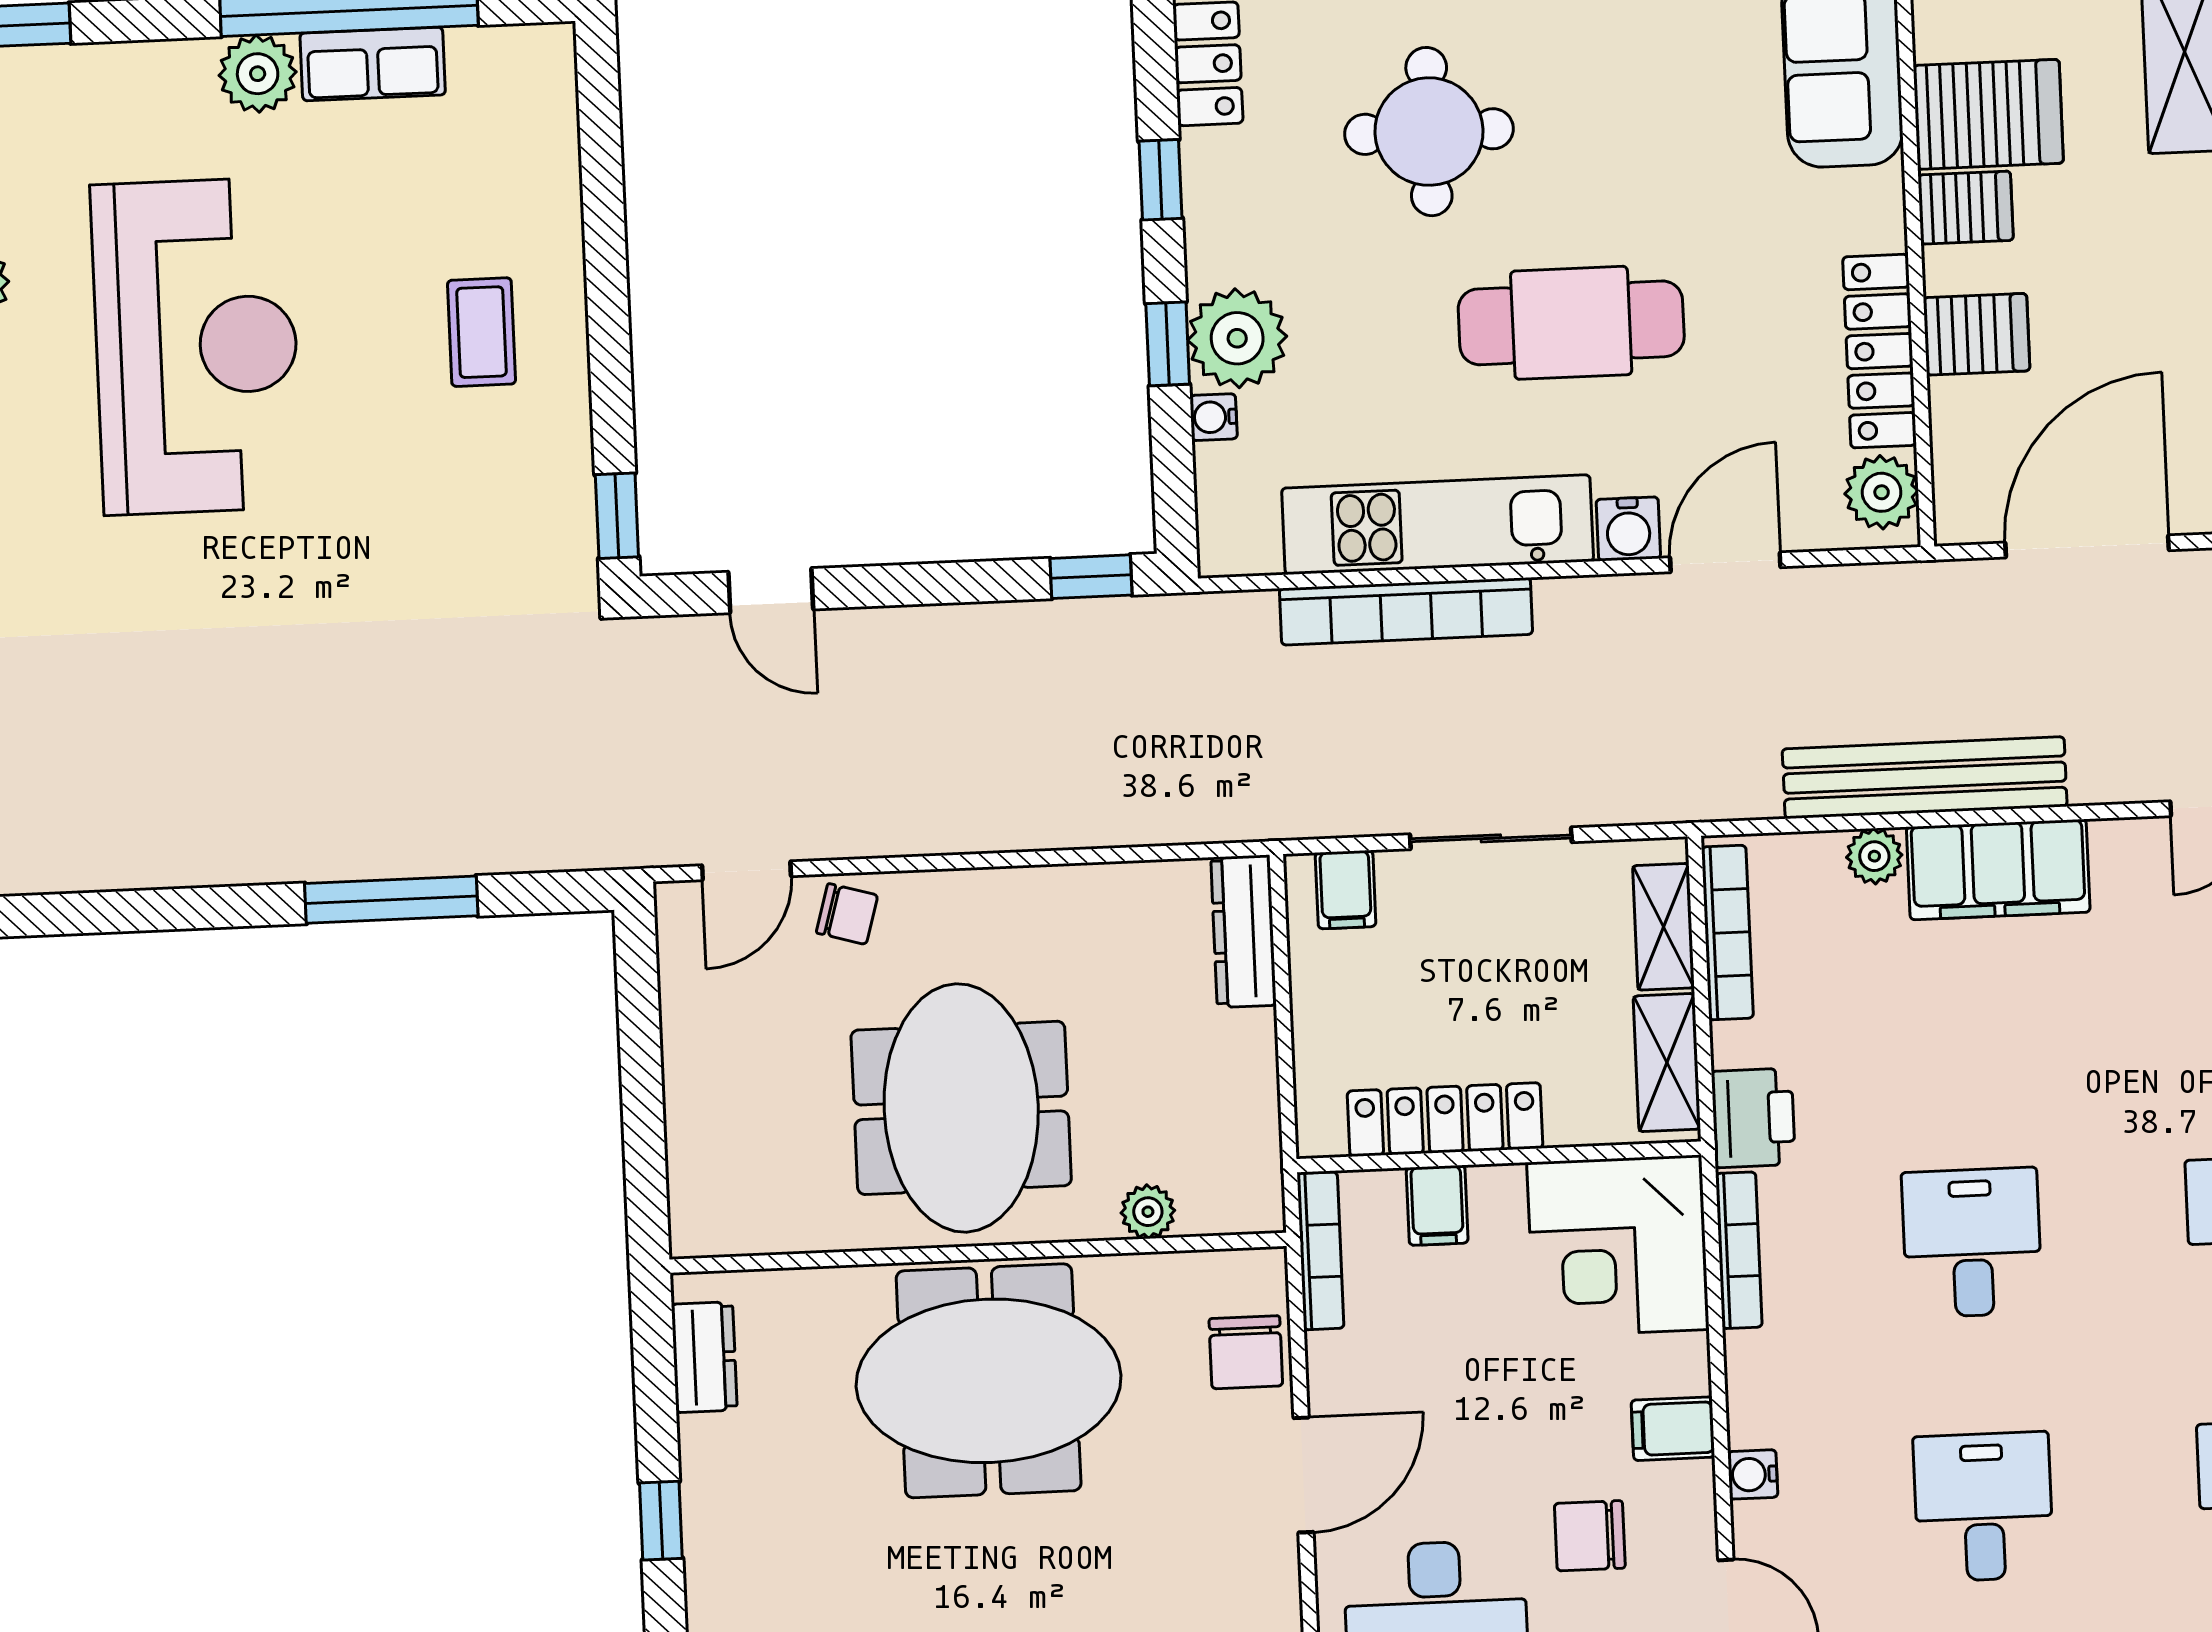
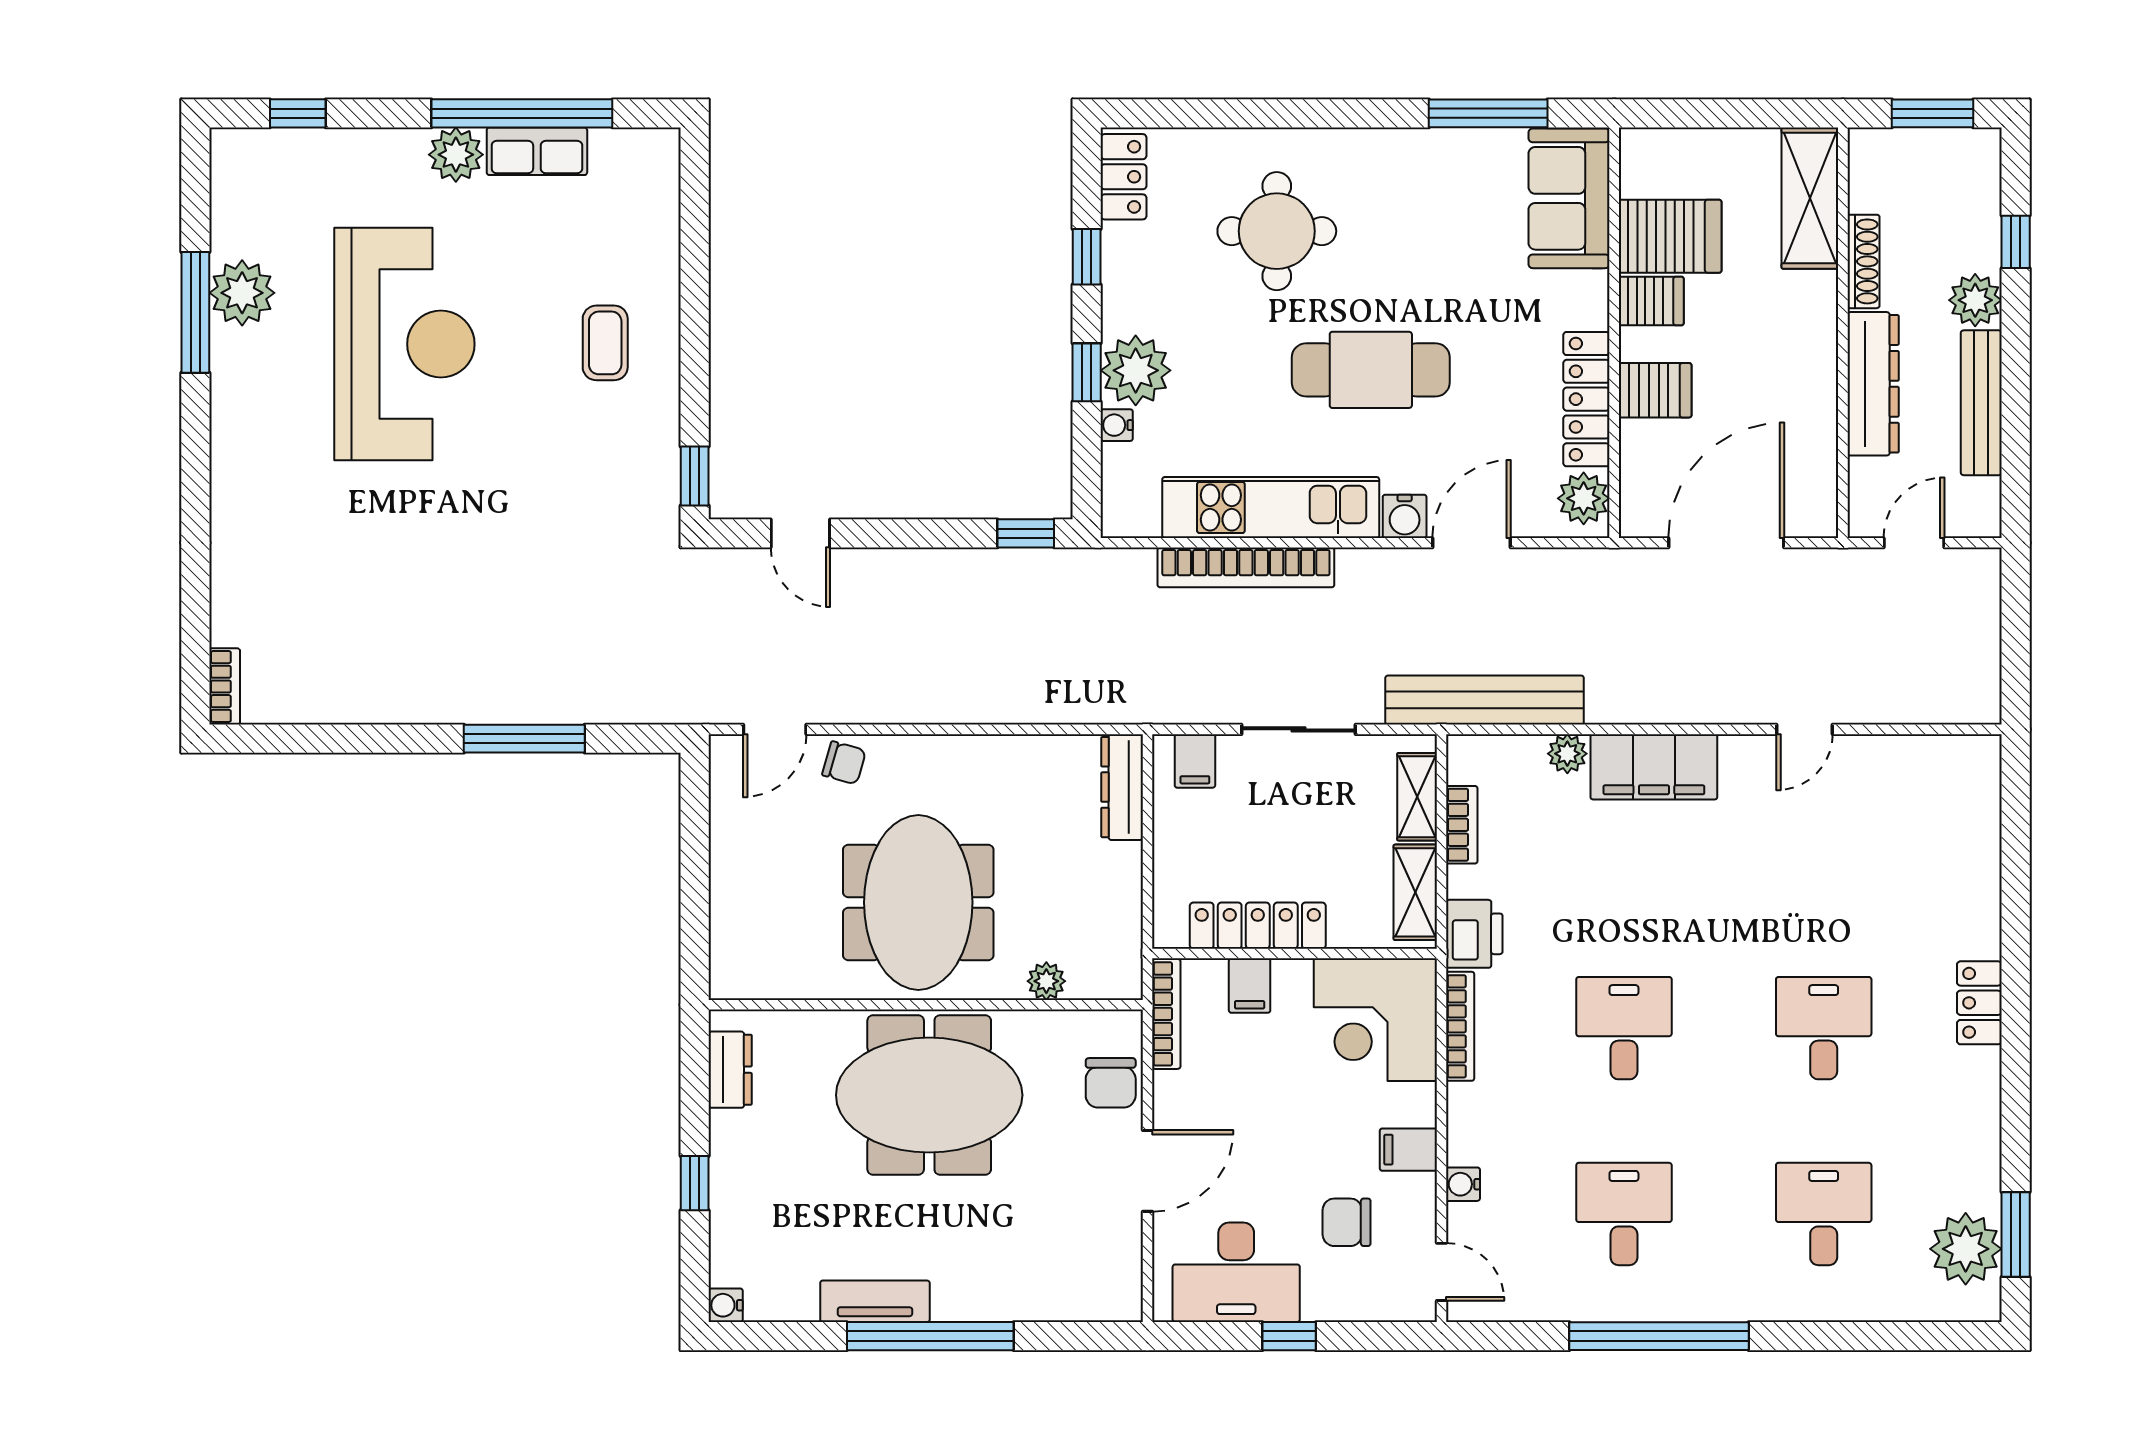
bench: (1925, 778) -> (1485, 700), moved
bookcase: (1727, 933) -> (1462, 825), width x0.64

